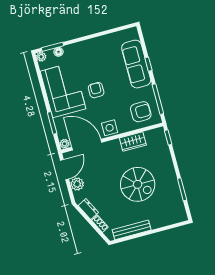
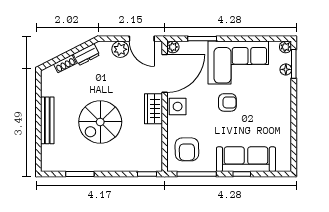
wardrobe: (133, 142) -> (153, 109), moved
bench: (132, 230) -> (47, 120), moved

